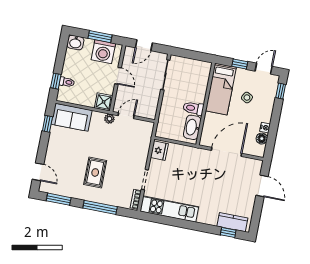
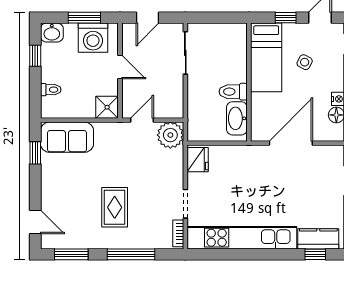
window: (56, 81) -> (35, 56), moved
plant: (109, 119) -> (170, 135), moved, width x1.88, depth x1.88
kitchen unit: (169, 209) -> (242, 238), width x1.36

